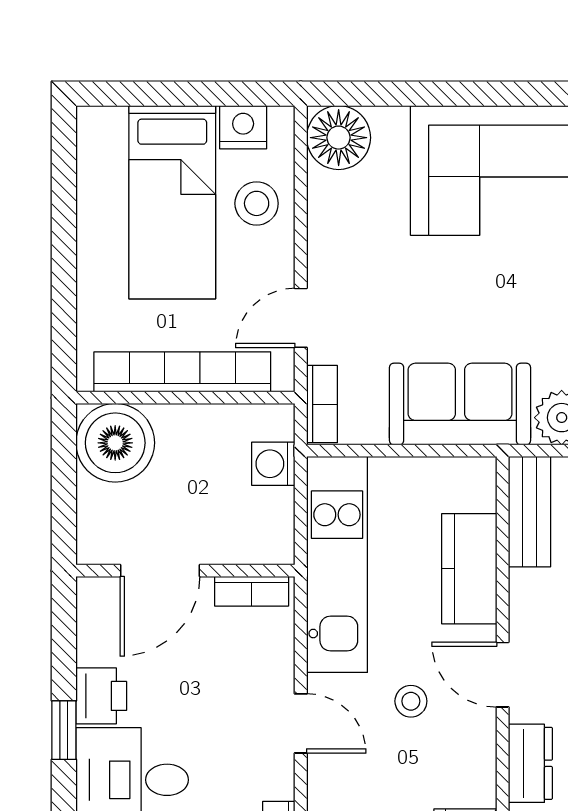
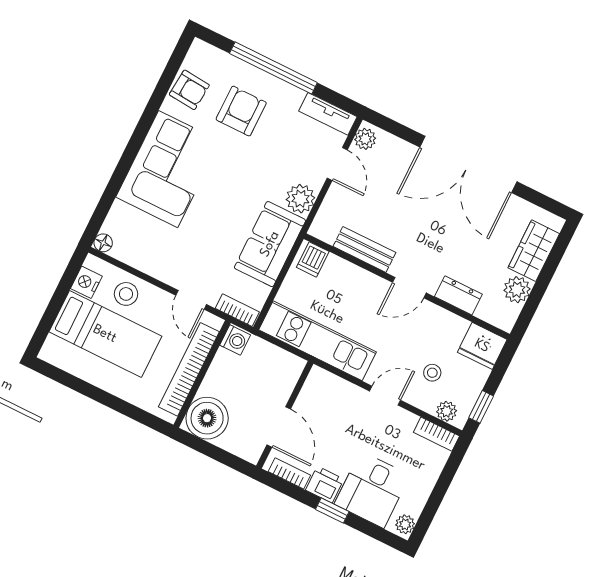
floor lamp: (339, 138) -> (103, 243), width x0.53, depth x0.53
washing machine: (273, 464) -> (235, 340), moved, turned -90
dishwasher: (470, 489) -> (313, 259), added
bench: (529, 512) -> (364, 249), moved
kitchen counter: (469, 569) -> (351, 279), removed
bookcase: (252, 591) -> (289, 473), moved, turned -90
stool: (411, 701) -> (432, 373), moved

